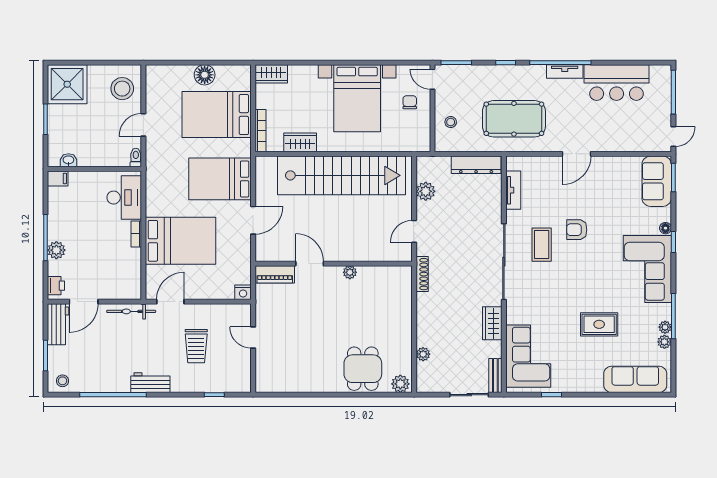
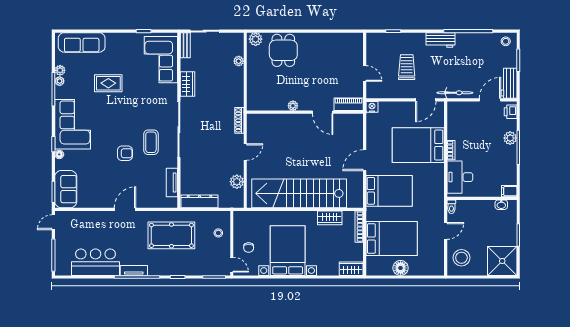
door: (310, 264) -> (323, 112), moved
wall: (334, 264) -> (305, 112), moved
plant: (350, 272) -> (293, 106), moved
piano: (275, 274) -> (349, 104), moved

